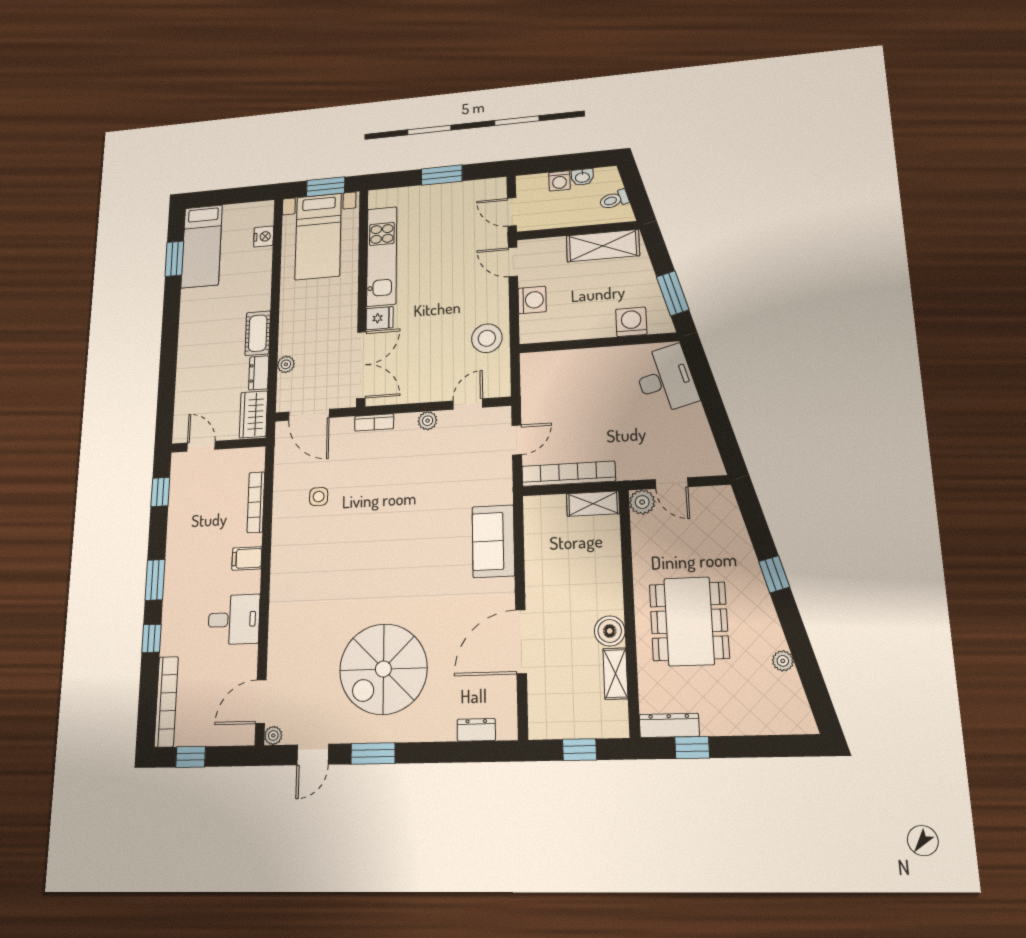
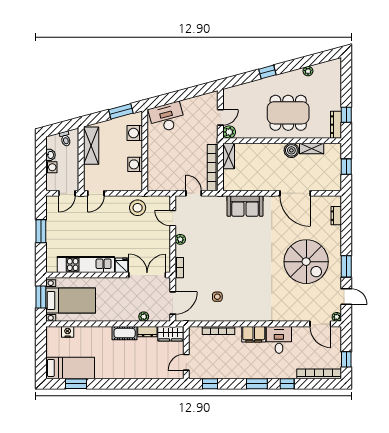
washing machine: (532, 300) -> (135, 164), moved, turned -90
filing cabinet: (247, 558) -> (254, 334), width x2.00

